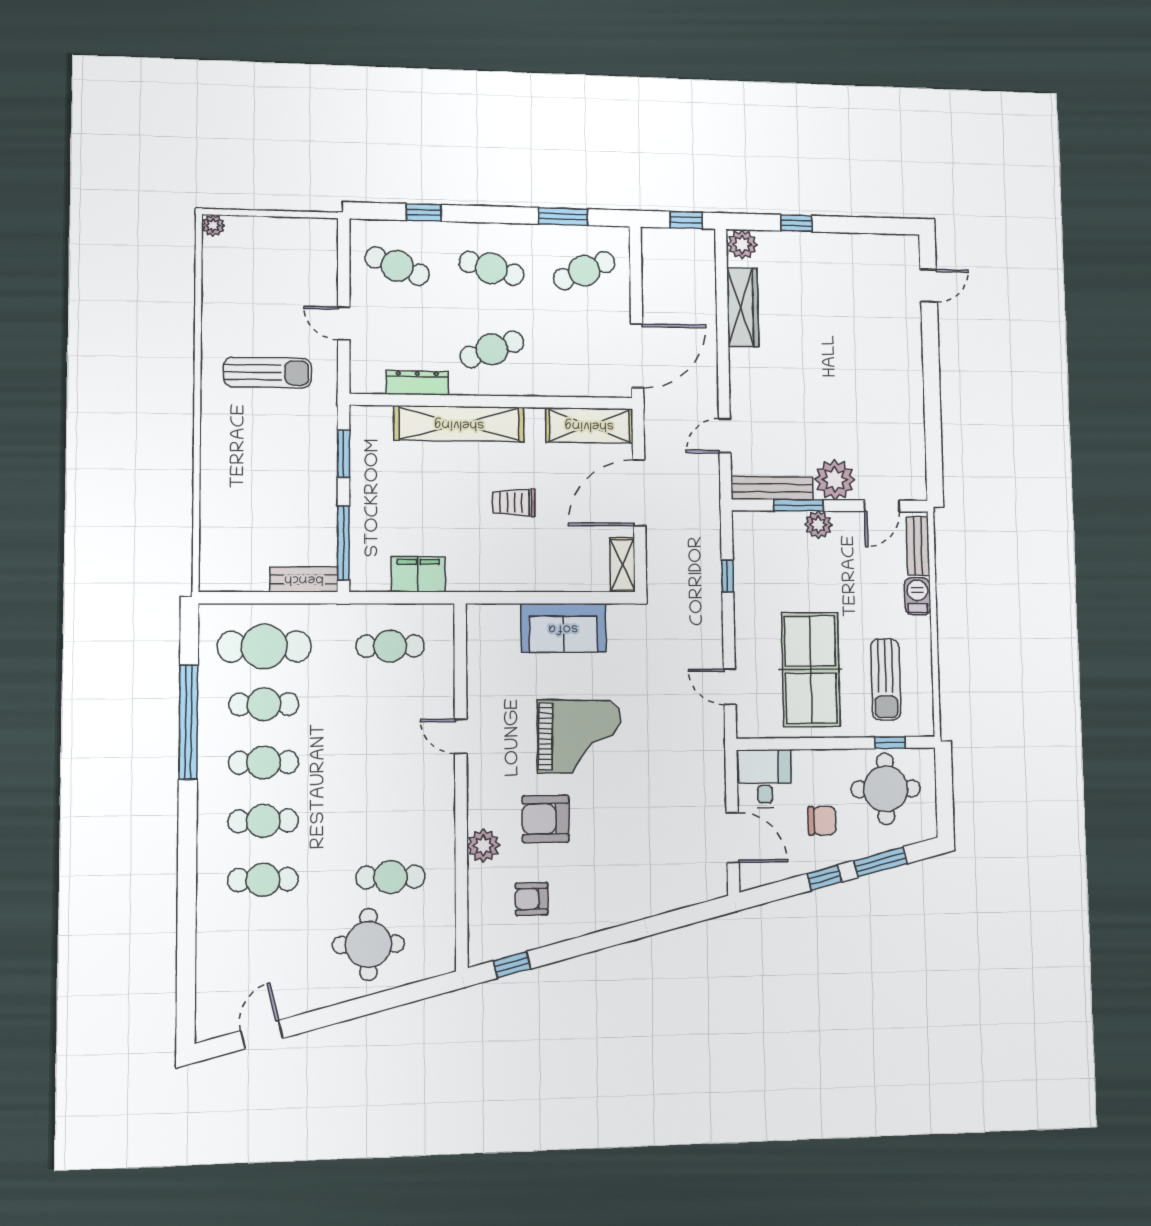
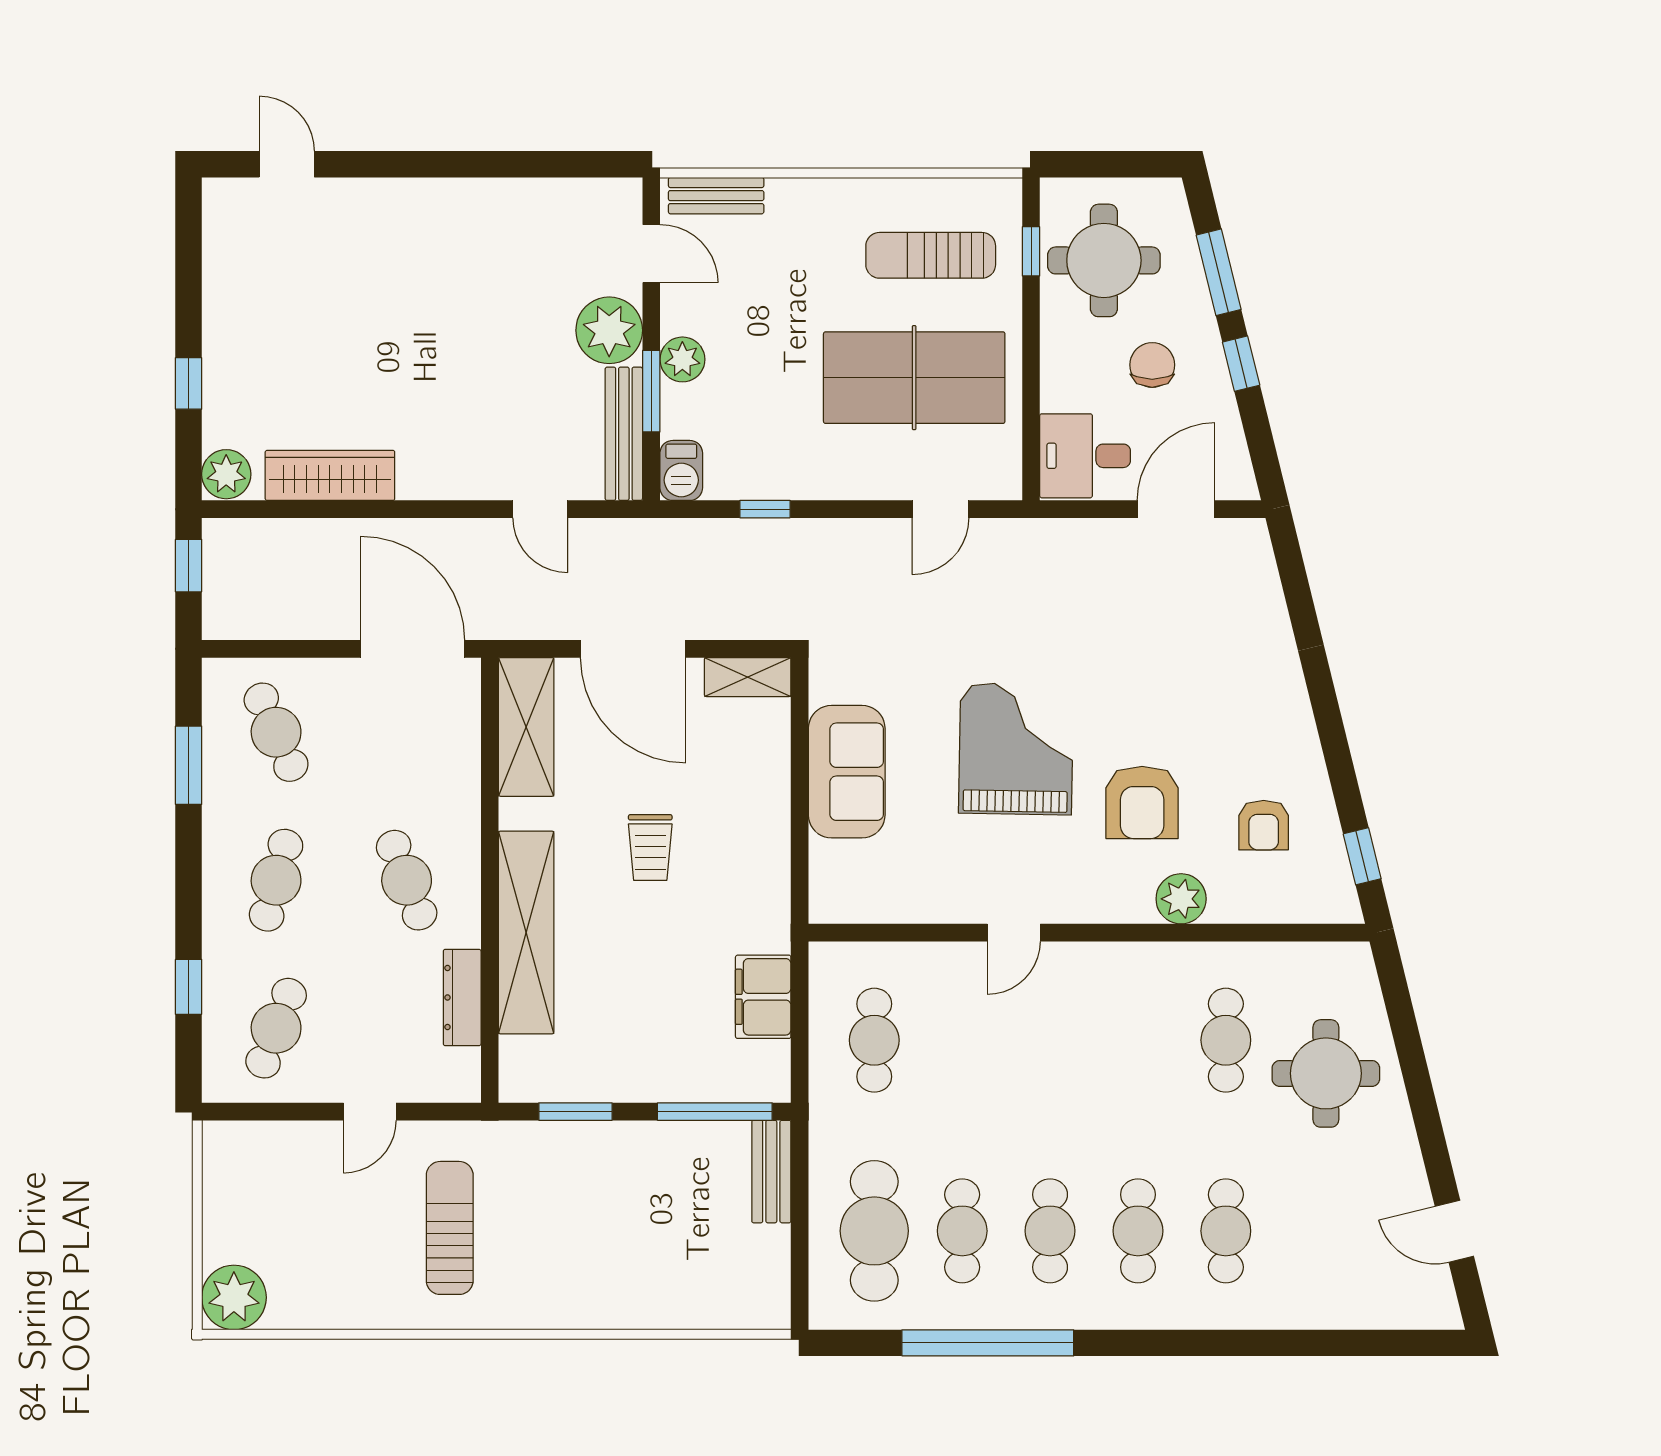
plant: (213, 225) -> (234, 1297), width x1.88, depth x1.88
barbecue: (918, 596) -> (681, 470), moved, turned -90
sun lounger: (886, 680) -> (931, 255), turned 180

